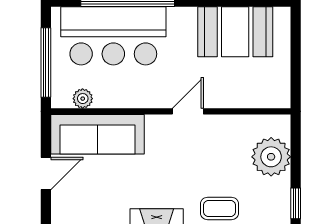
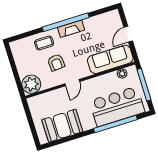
plant: (271, 157) -> (31, 84), moved
armchair: (208, 162) -> (56, 62), added
window: (296, 203) -> (10, 56), removed

